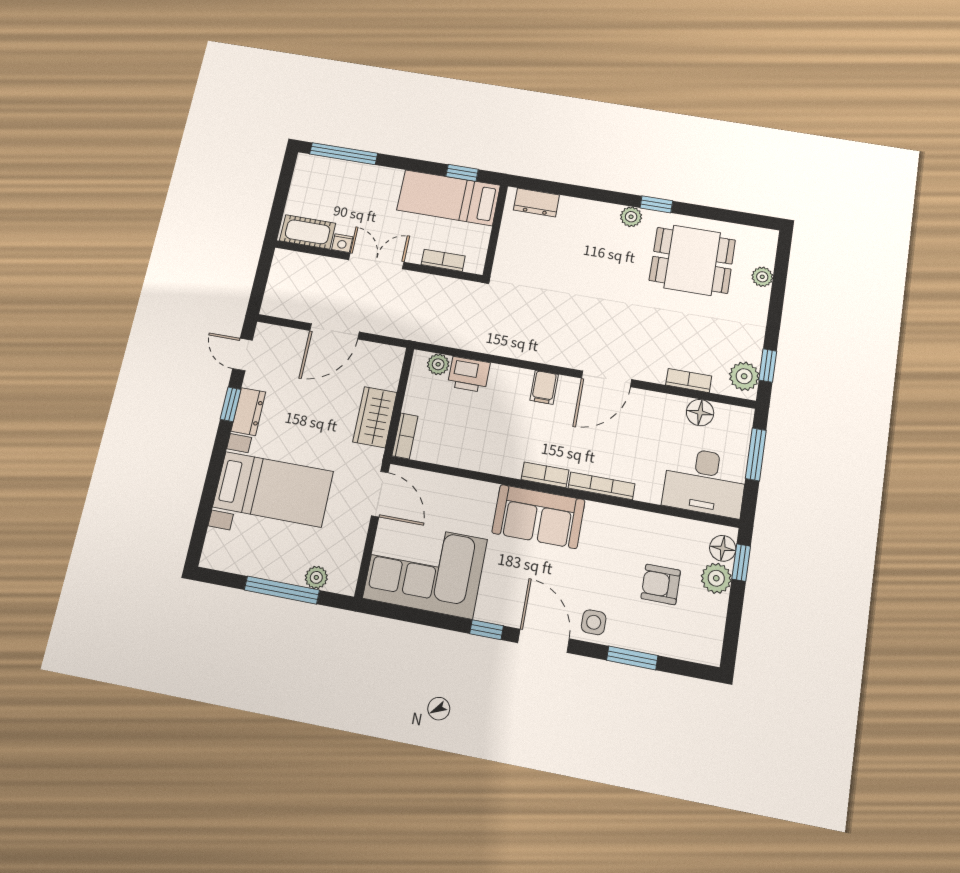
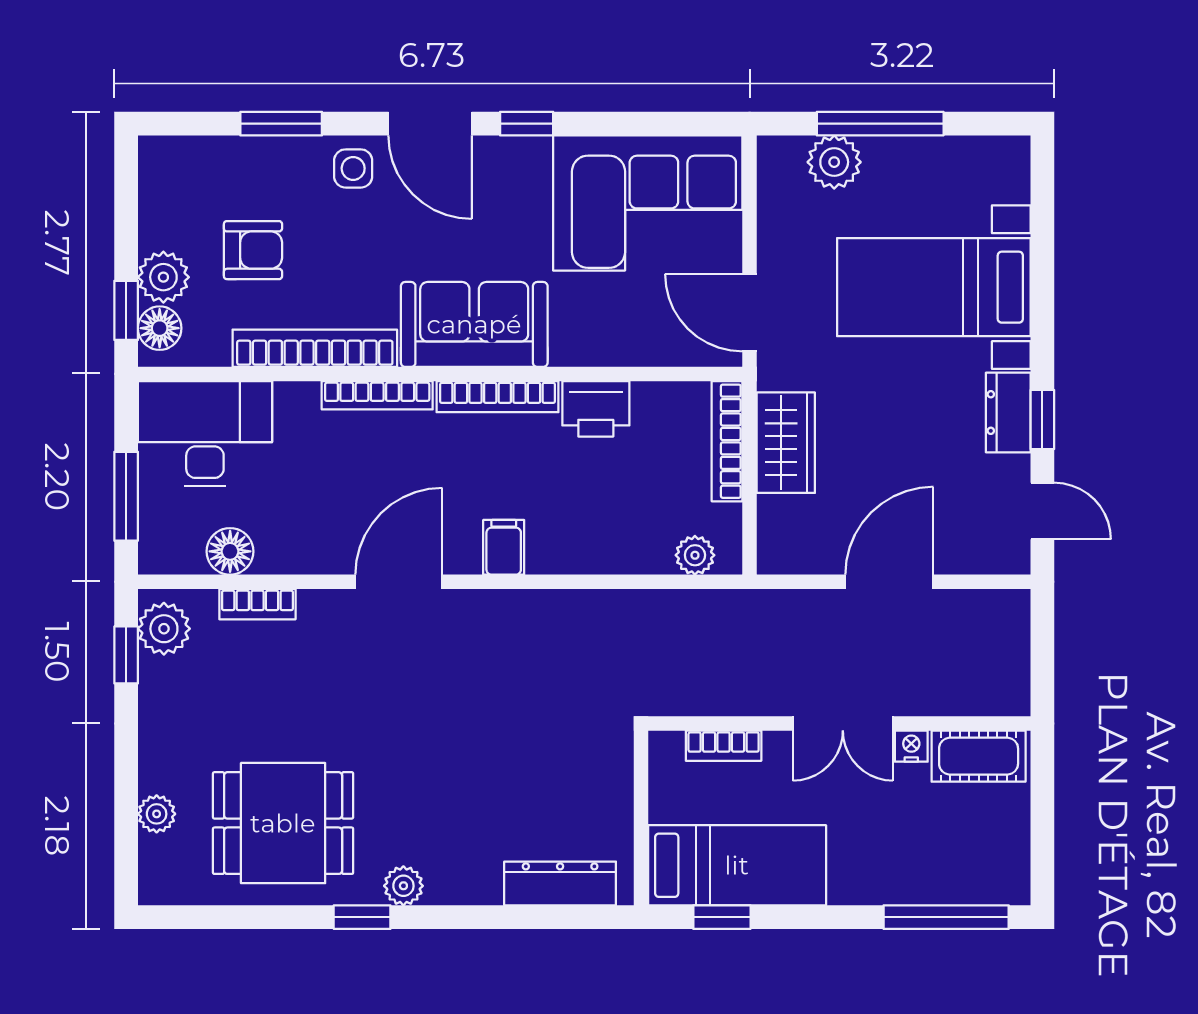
dresser: (536, 203) -> (560, 883), width x1.44
printer: (469, 374) -> (596, 409), moved, turned 180
bookcase: (405, 436) -> (727, 441), width x1.56
bookcase: (545, 475) -> (497, 397), width x1.56
bookcase: (633, 520) -> (315, 348), added
plant: (316, 577) -> (834, 162), width x1.38, depth x1.38

